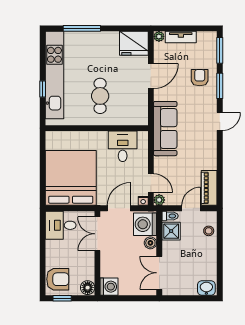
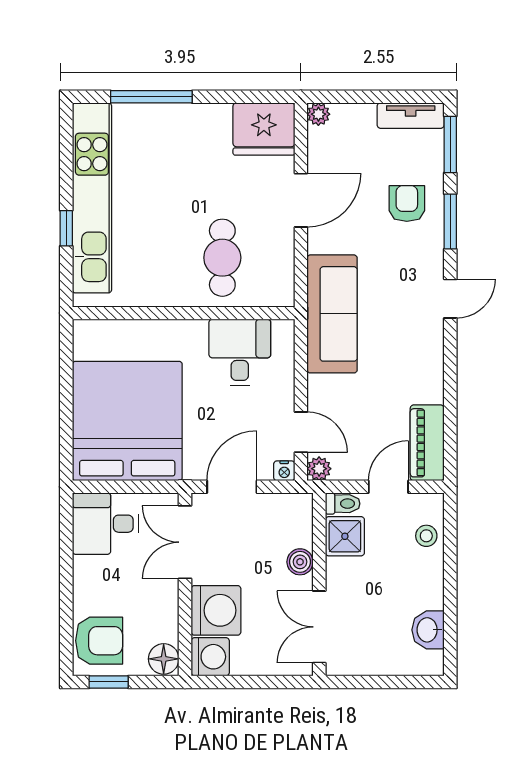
tv unit: (181, 37) -> (411, 116), moved
cafe table: (100, 96) -> (222, 258), moved
washing machine: (145, 224) -> (216, 610), moved, turned 180
washbasin: (206, 288) -> (428, 630), moved, turned -90

